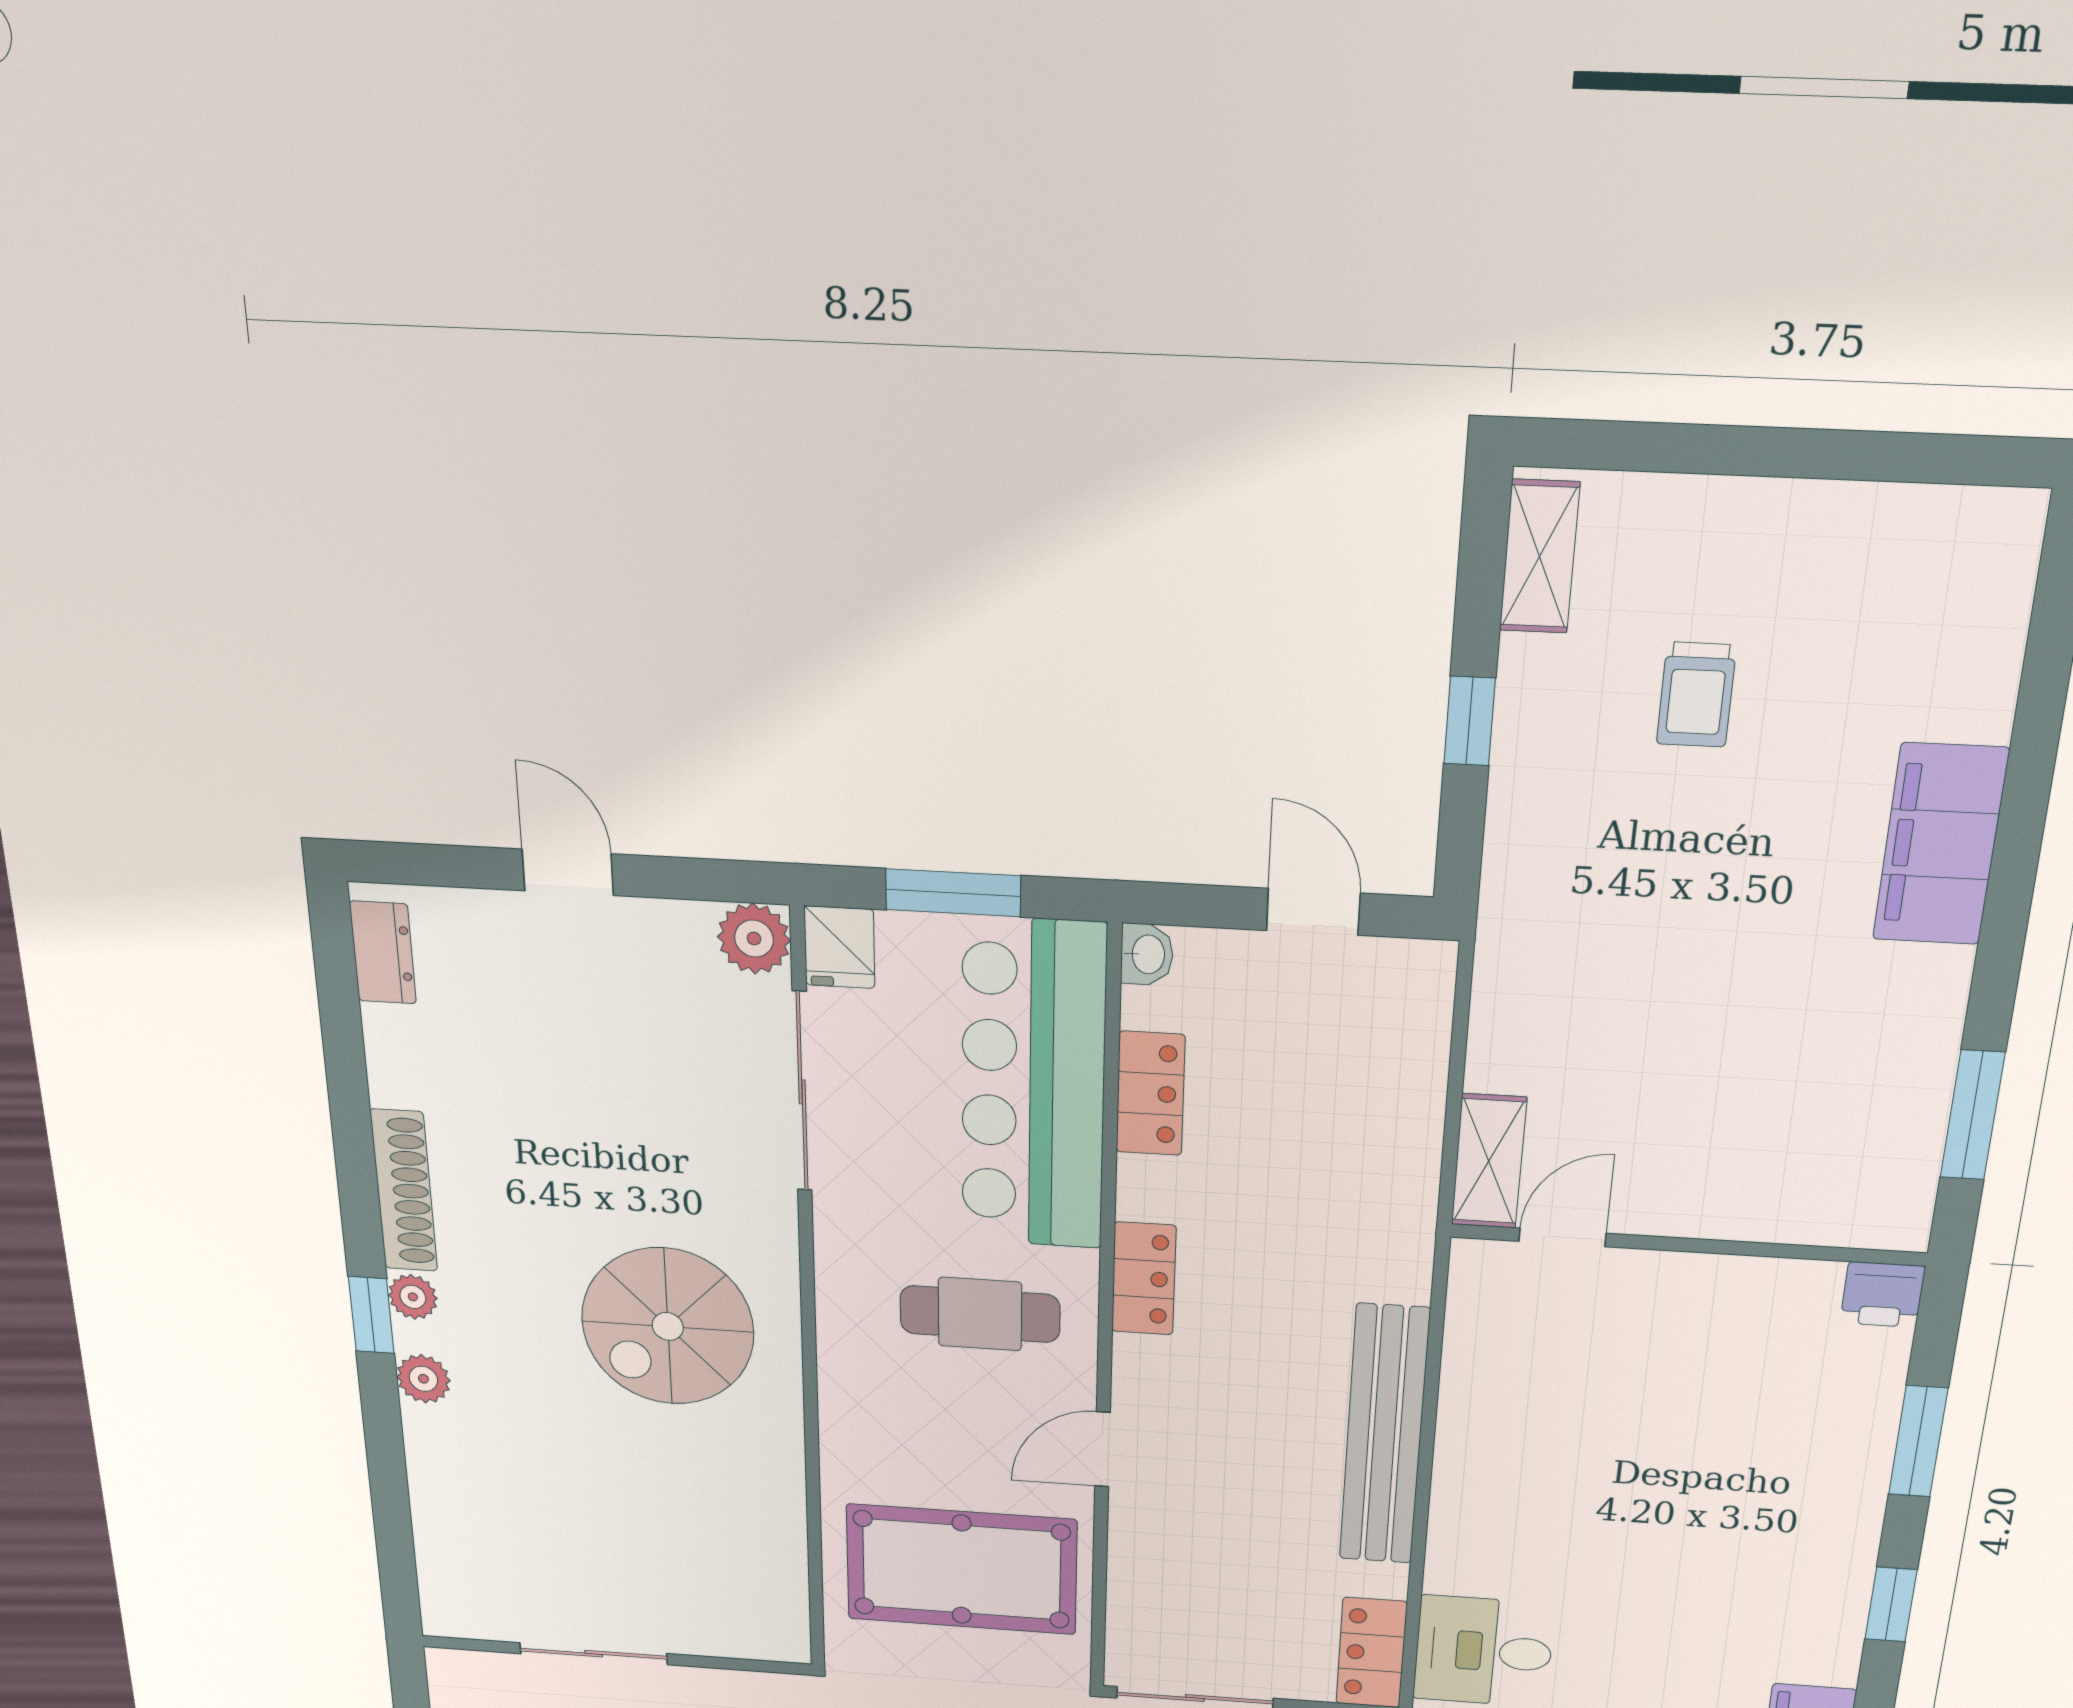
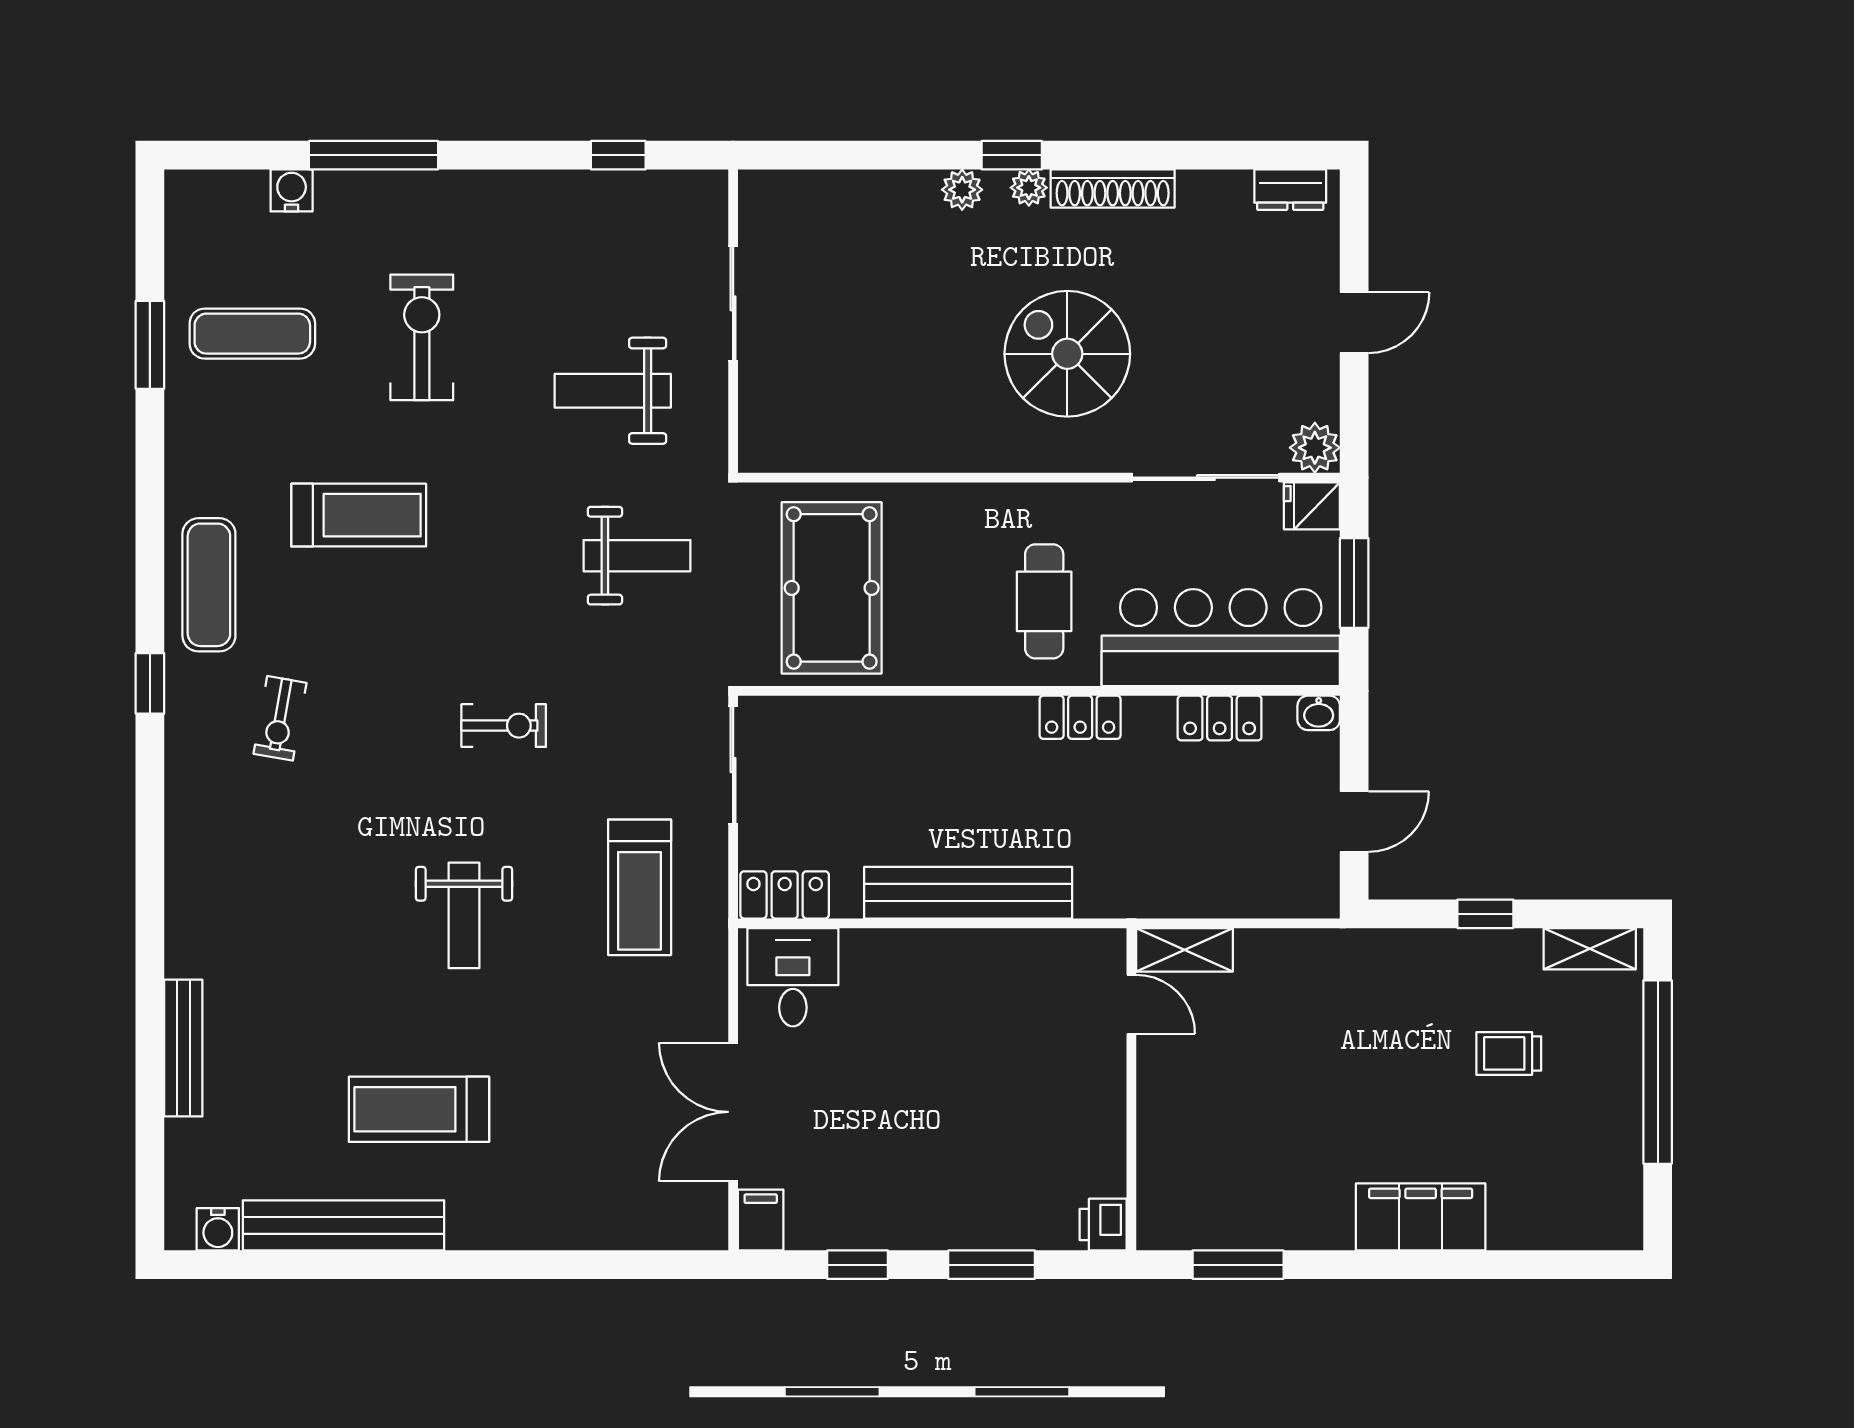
window: (1755, 451) -> (1658, 1072), added
spiral stairs: (668, 1326) -> (1067, 354), moved
door: (1102, 1449) -> (941, 691), removed

